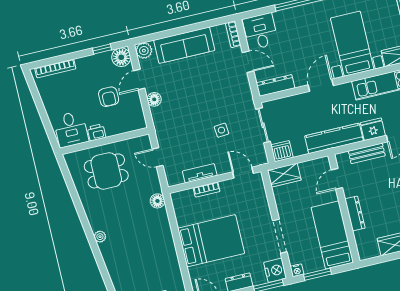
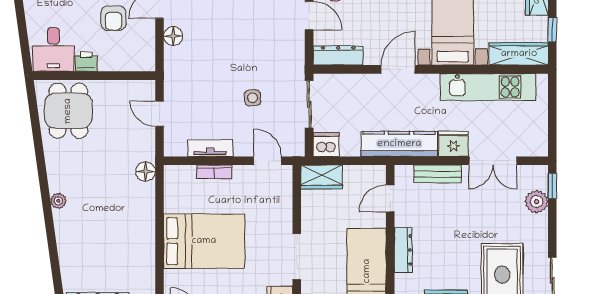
dining table: (106, 171) -> (68, 111), moved, turned 90

